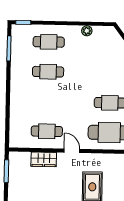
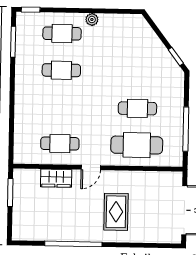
plant: (87, 31) -> (92, 19), moved
door: (72, 151) -> (91, 167), swing flipped

